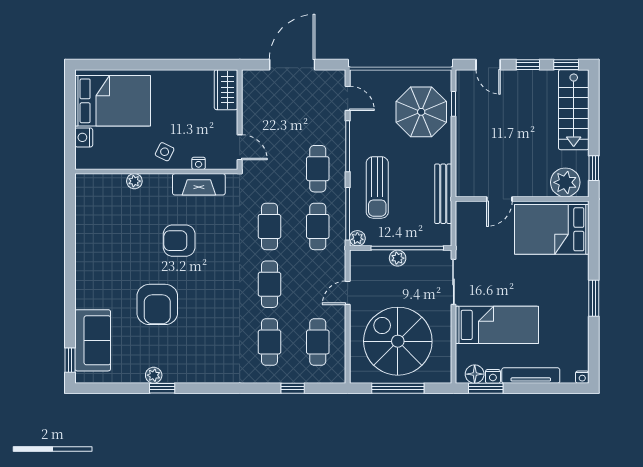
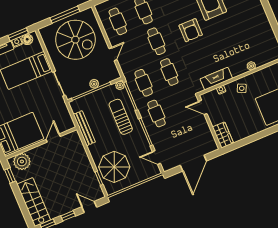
armchair: (179, 241) -> (191, 30), moved, turned 90

